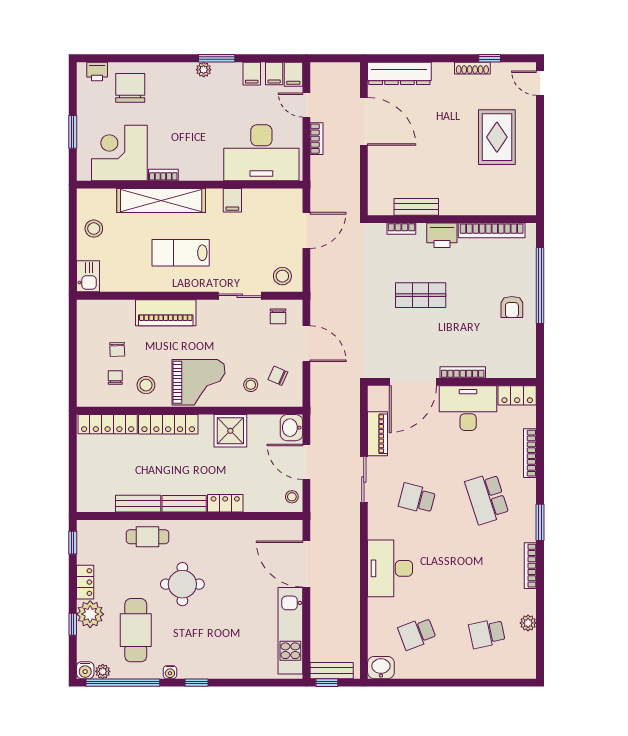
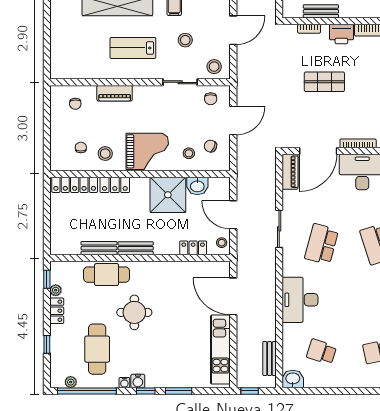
stool: (94, 229) -> (185, 40), moved
kitchen sink: (88, 276) -> (59, 67), removed
piano: (166, 313) -> (115, 93), width x0.73, depth x0.75
door: (306, 344) -> (233, 120), hinge flipped
chair: (117, 349) -> (75, 104), moved
locker: (168, 424) -> (115, 185), width x0.66
washbasin: (291, 428) -> (197, 186), moved, turned -90
shower: (230, 431) -> (168, 195), width x1.37, depth x1.37
piano: (378, 434) -> (290, 172), moved
school desk: (417, 499) -> (321, 244), width x1.85
locker: (225, 503) -> (193, 248), moved
cafe table: (148, 537) -> (107, 275), width x1.37, depth x1.35
plant: (90, 614) -> (56, 290), moved, width x0.53, depth x0.53
school desk: (417, 633) -> (321, 352), turned 39
water cooler: (85, 670) -> (138, 381), moved
bench: (332, 671) -> (270, 359), moved, turned 90
window: (238, 683) -> (179, 391), added

